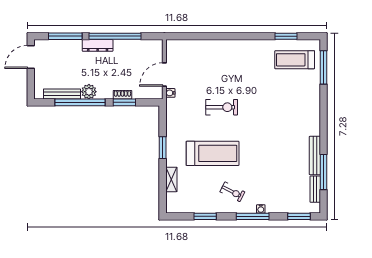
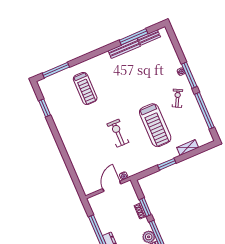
treadmill: (295, 60) -> (85, 88), moved
door: (164, 74) -> (112, 186), swing flipped
treadmill: (213, 153) -> (155, 125), turned 180
window: (205, 216) -> (204, 111), width x2.11
window: (299, 216) -> (174, 41), removed

